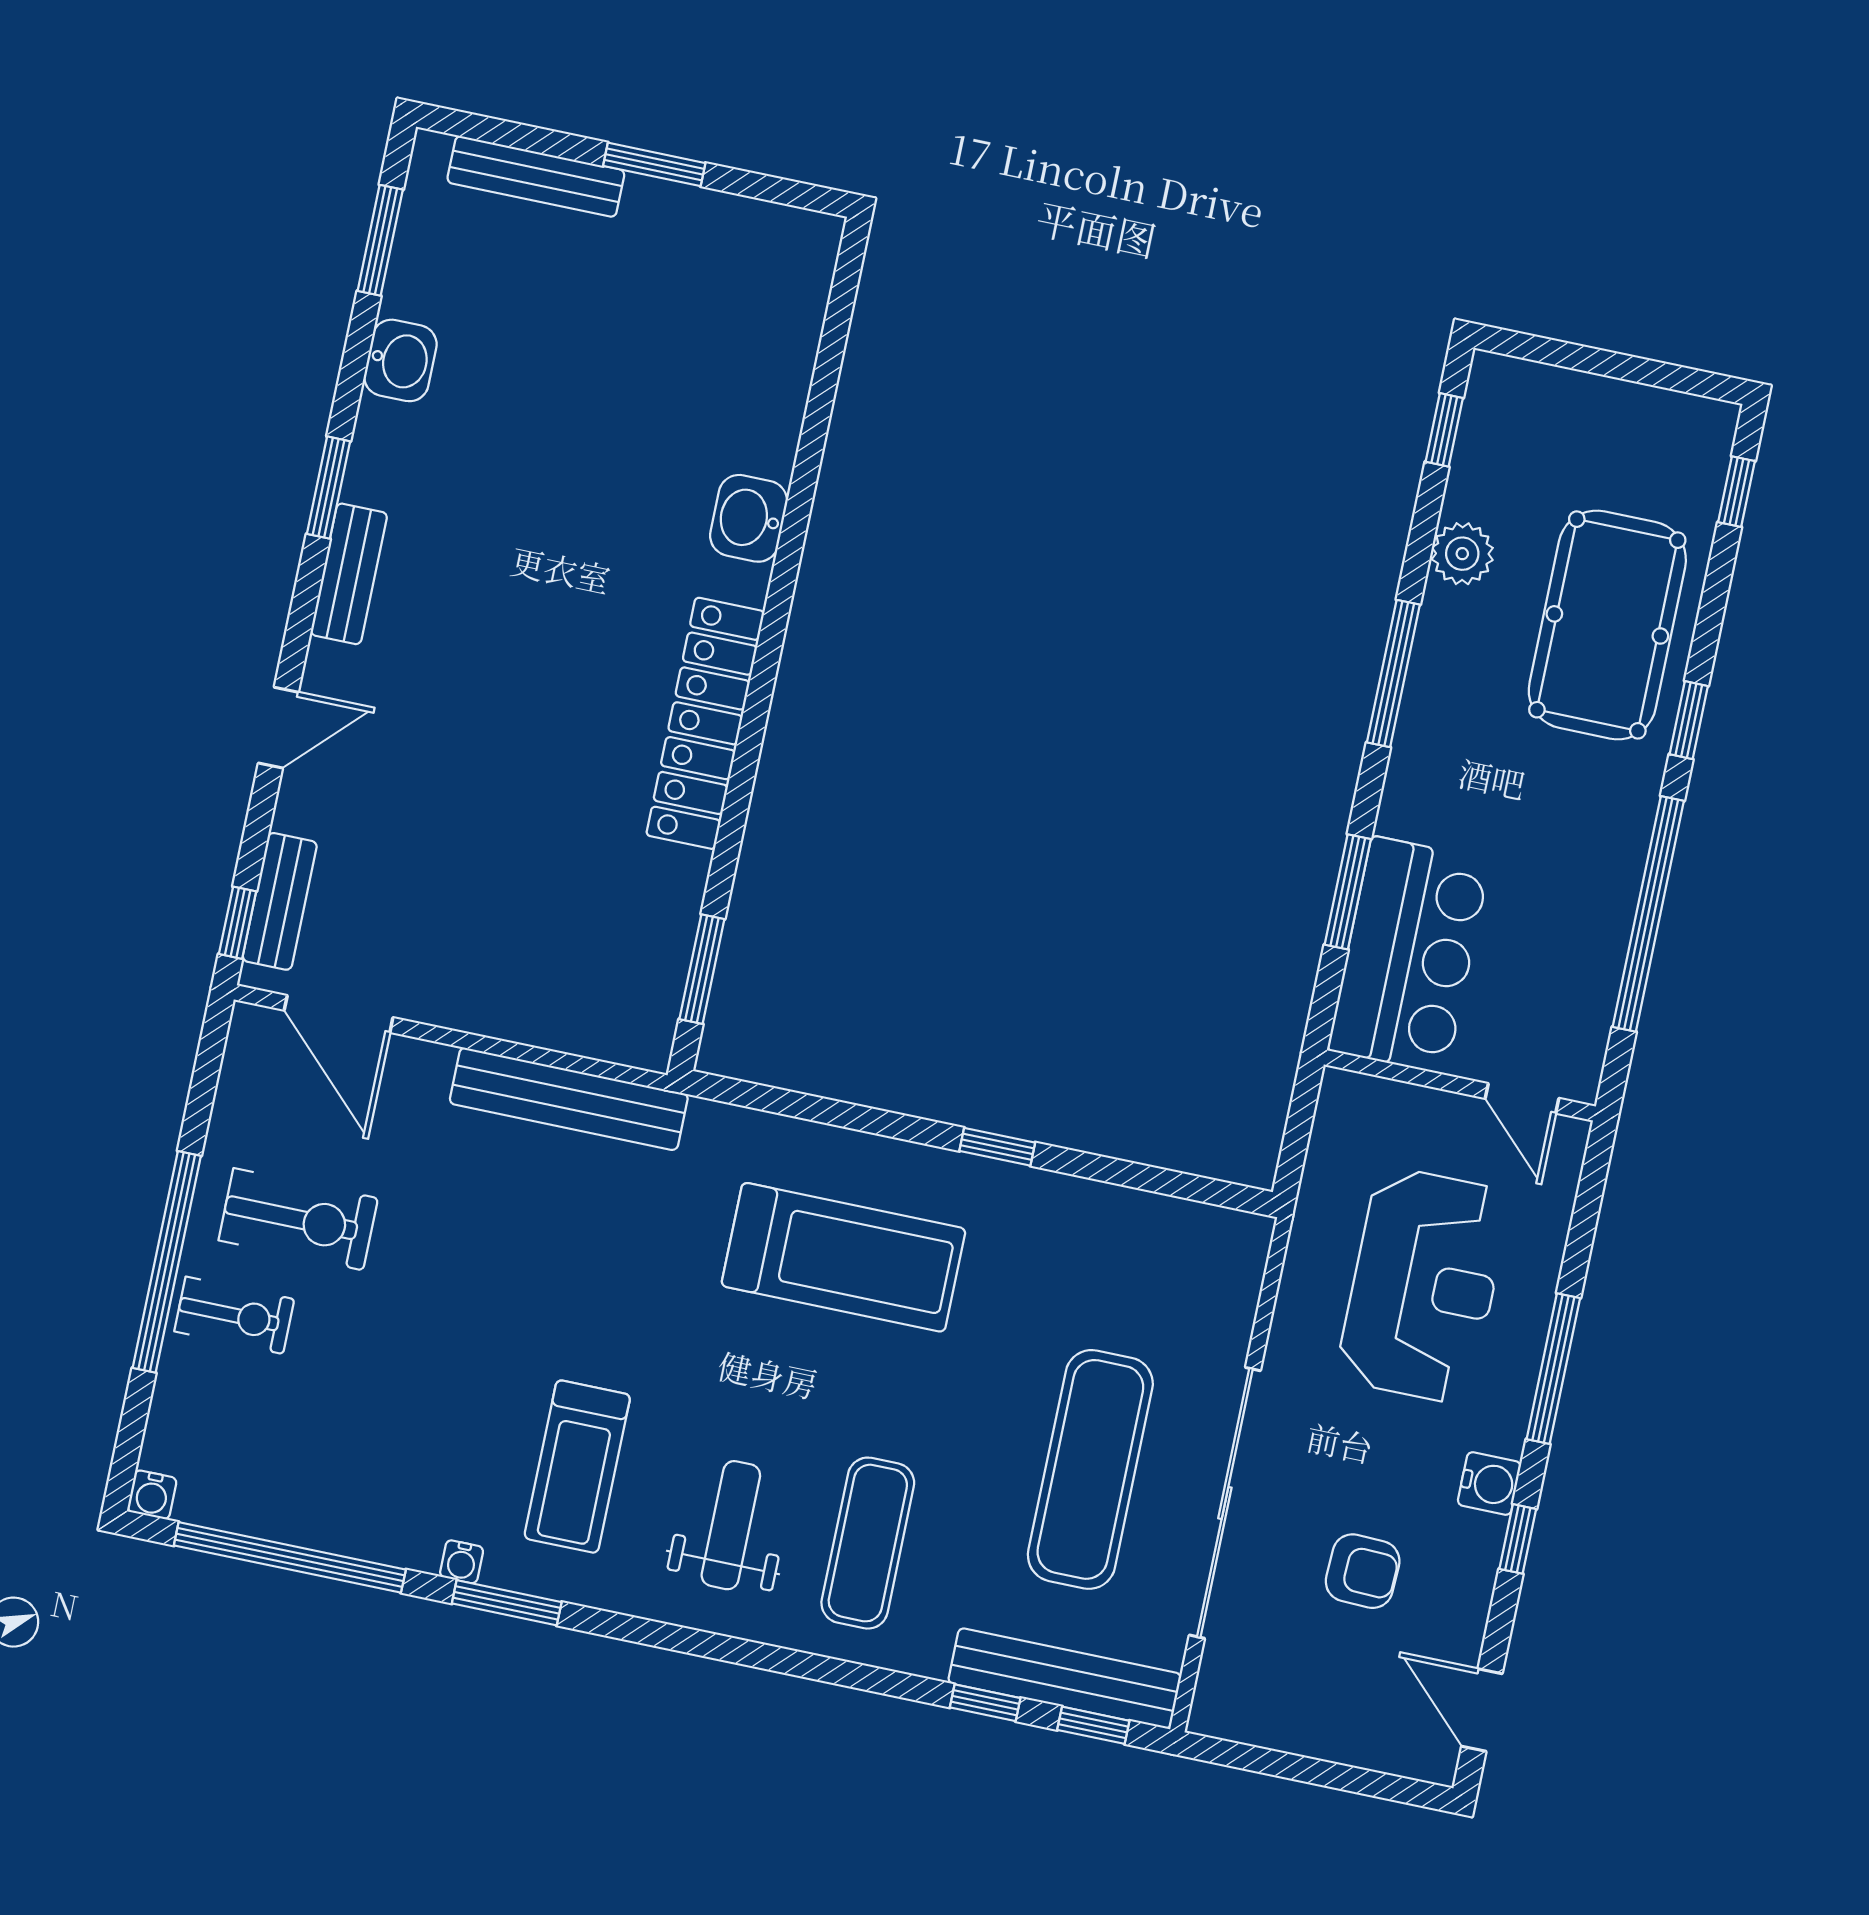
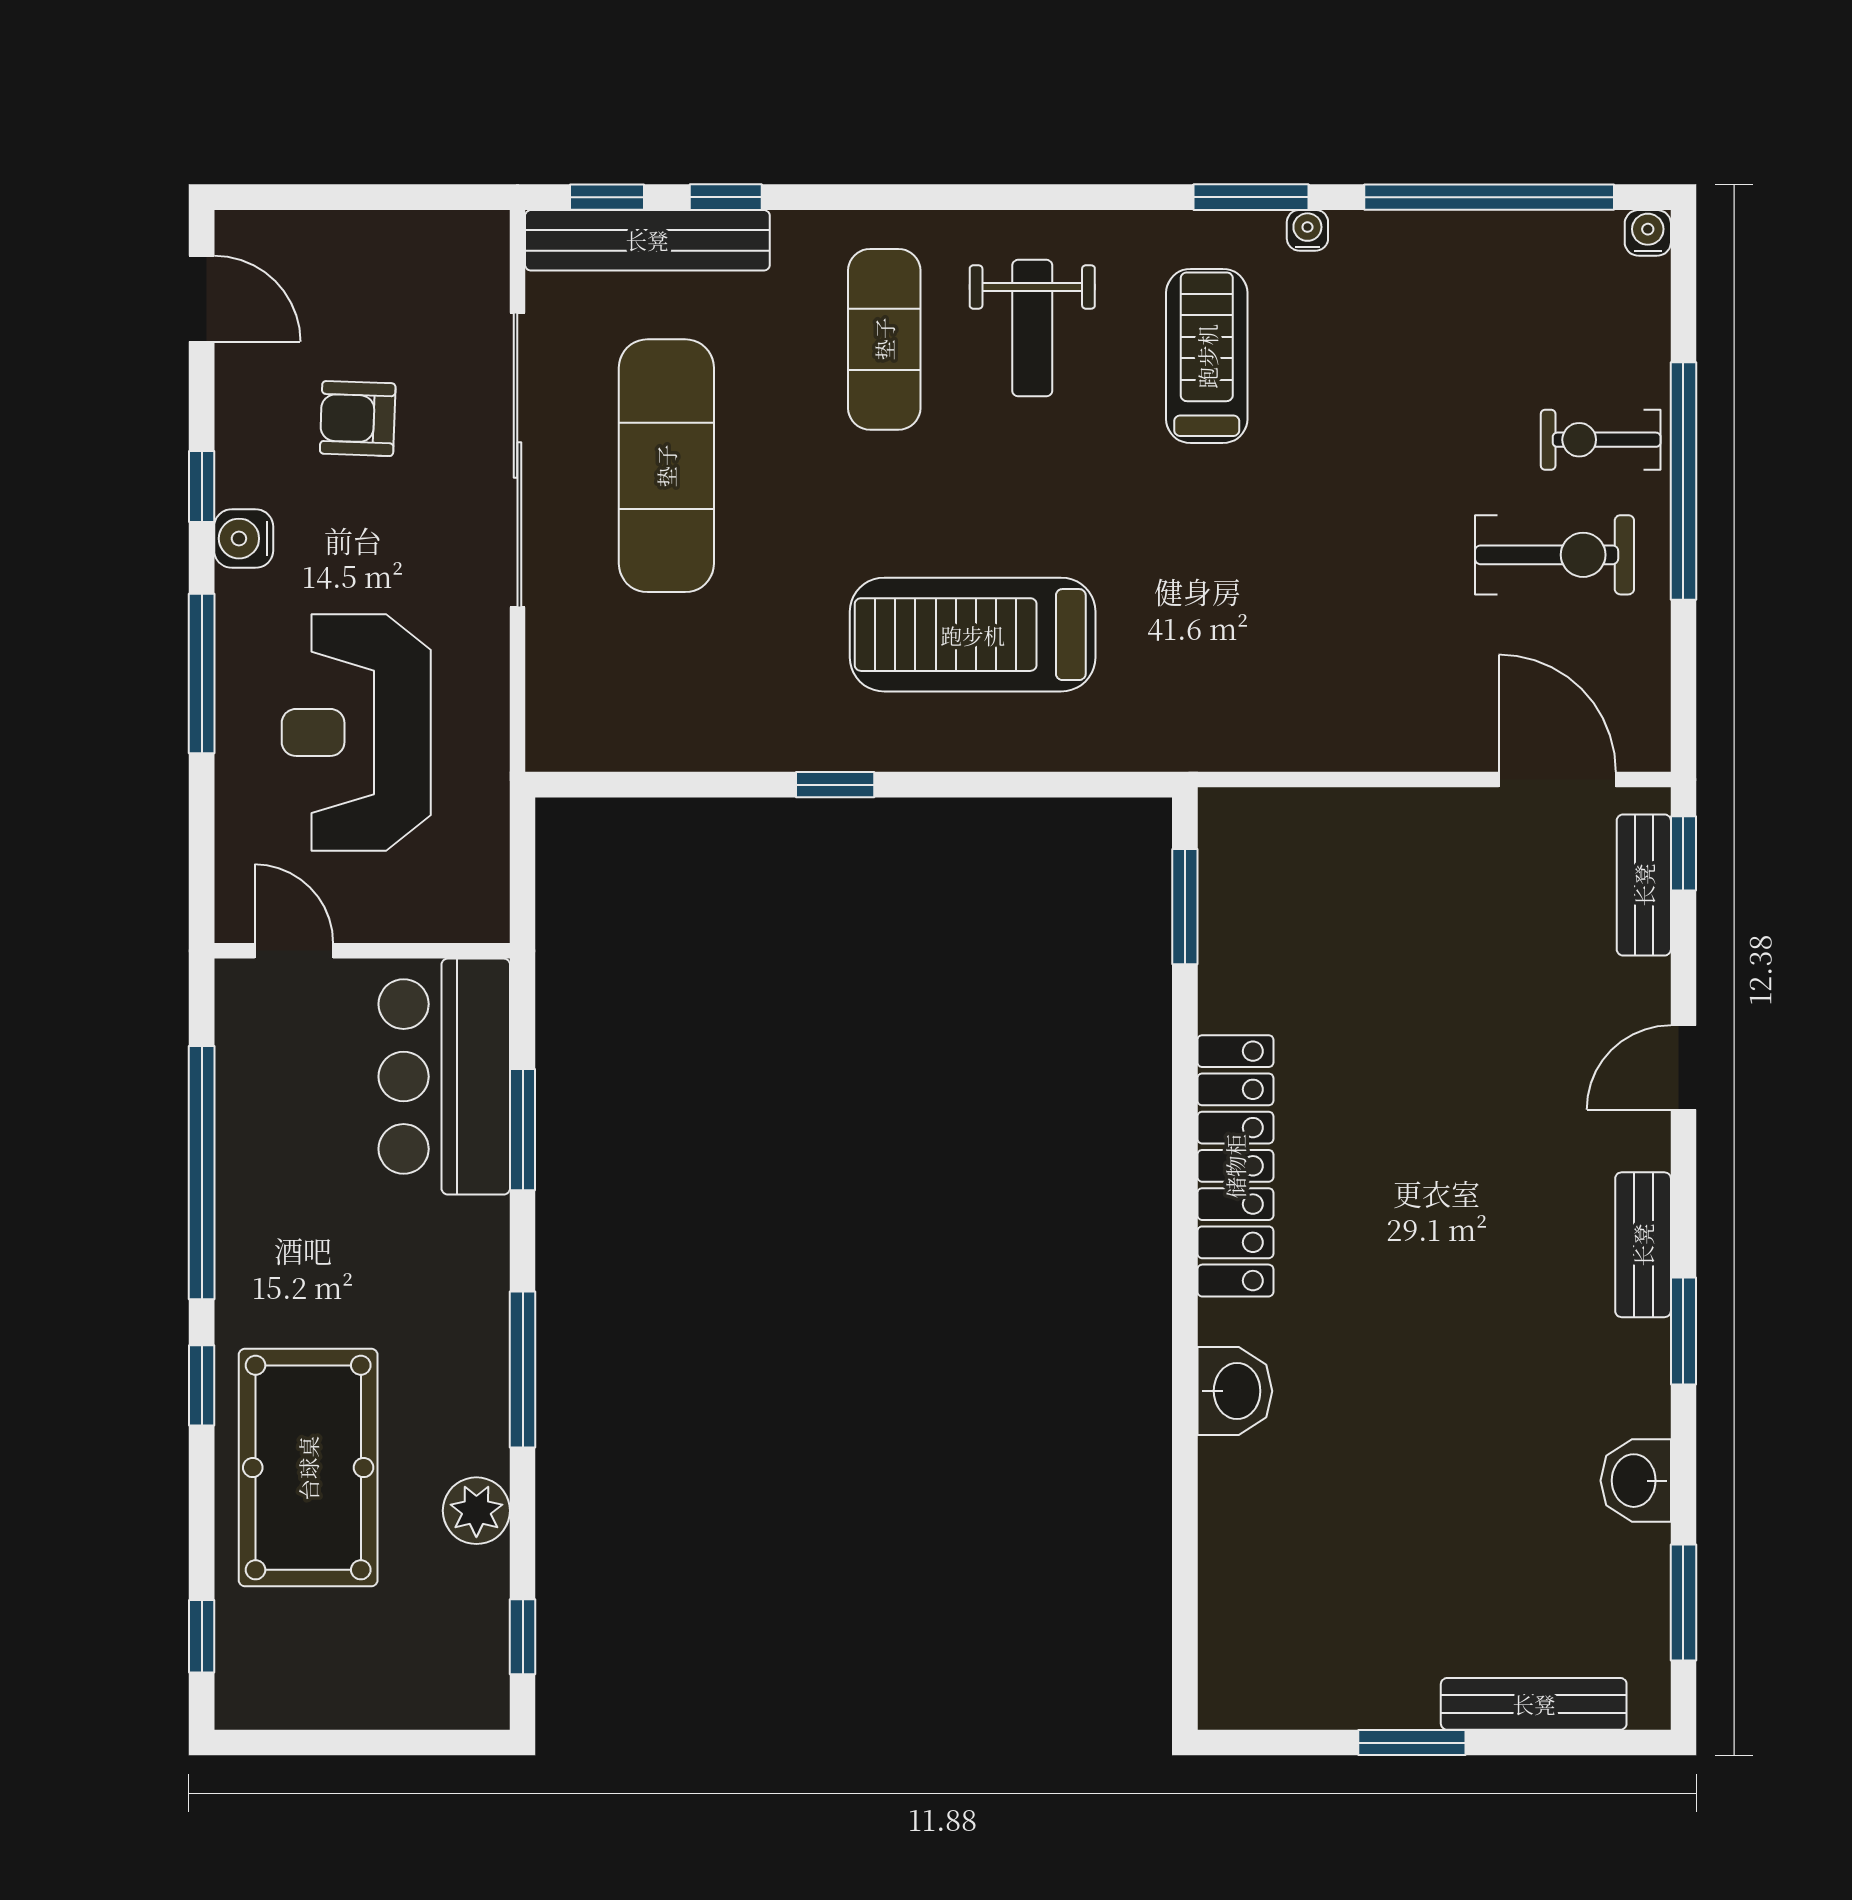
bench: (569, 1099) -> (1296, 741), removed
exercise bike: (298, 1219) -> (1554, 555), turned 180

